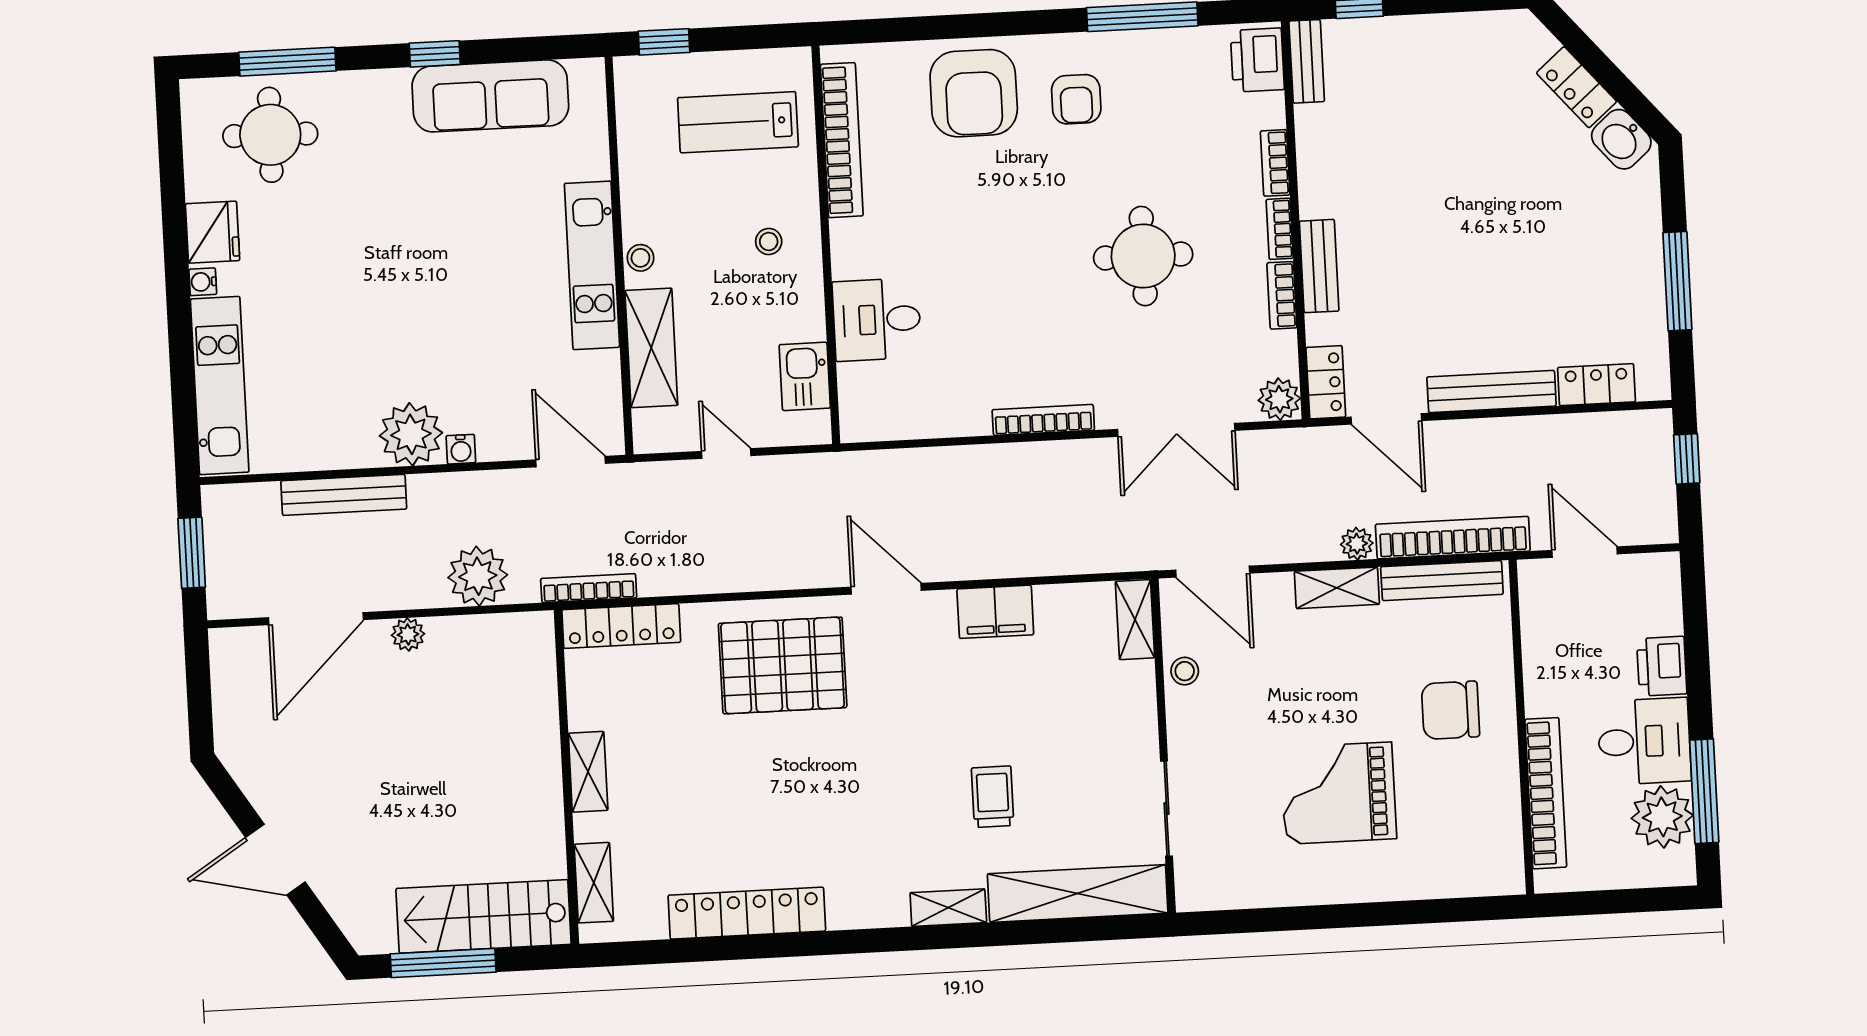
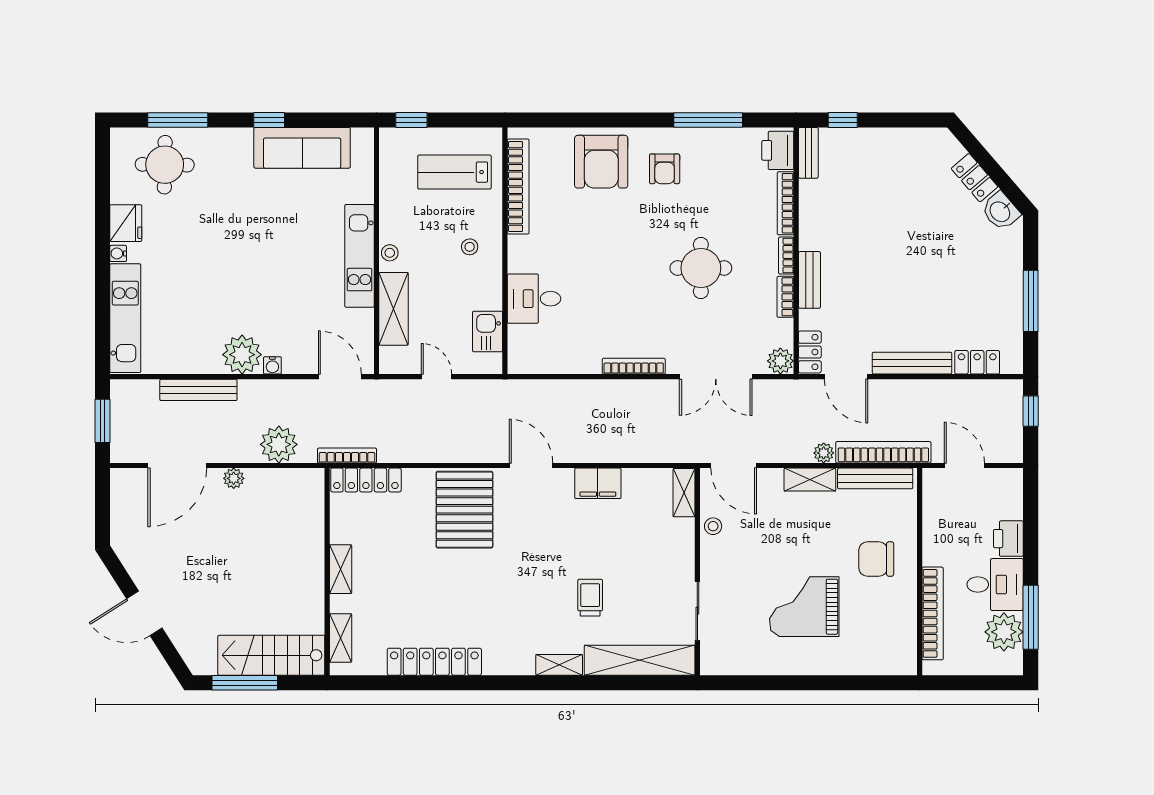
bookcase: (1275, 163) -> (786, 203), width x1.56
pallet: (783, 665) -> (464, 510), turned 90

